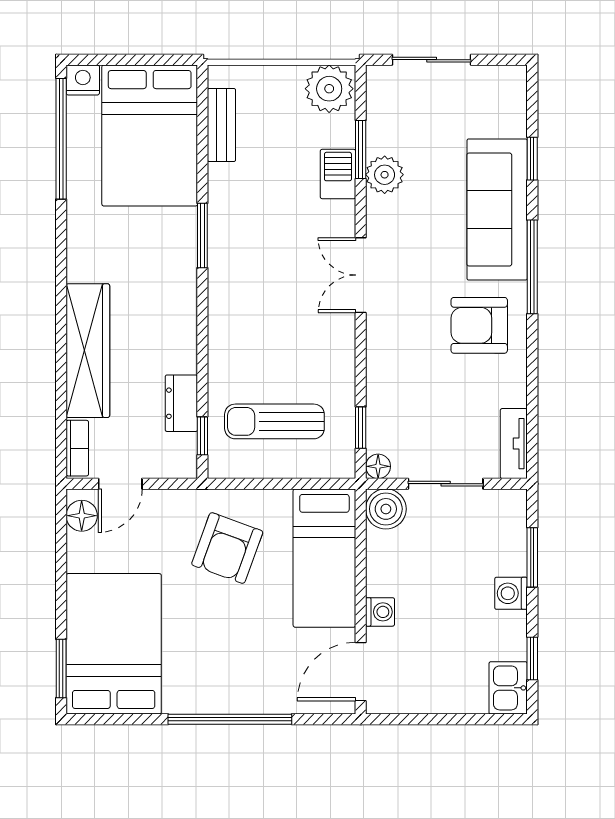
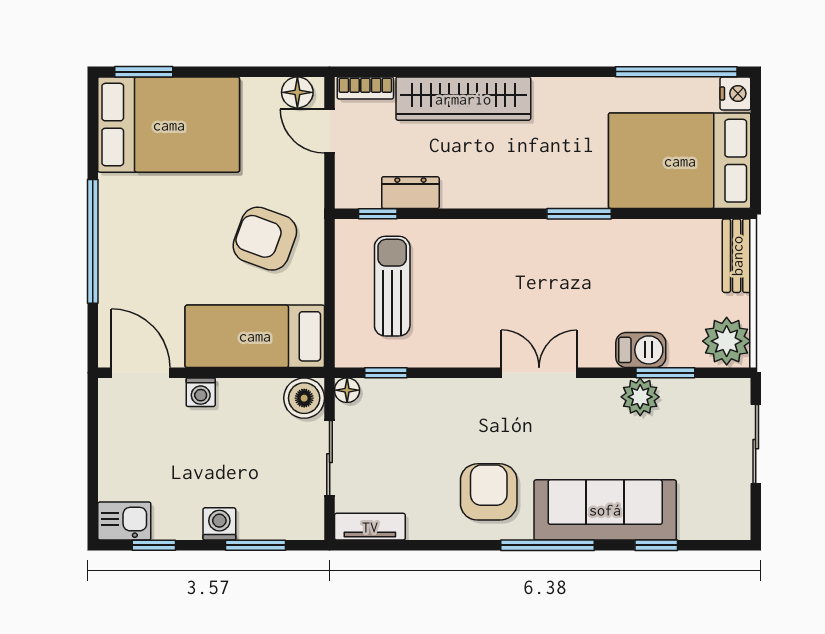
bench: (221, 125) -> (737, 256), moved, turned 90

